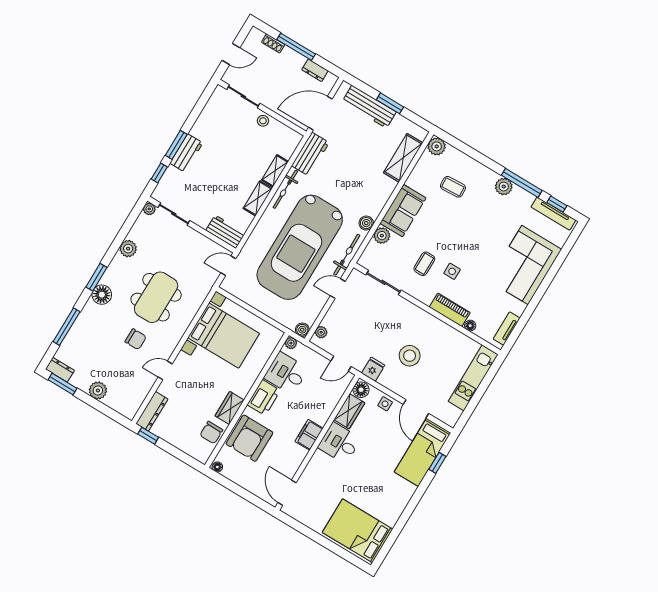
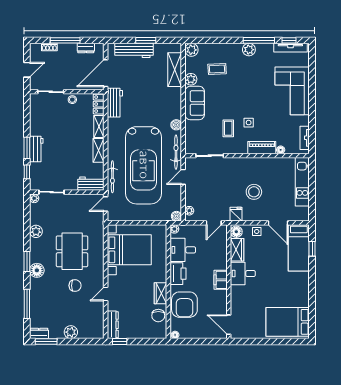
locker: (290, 144) -> (99, 104), added
bicycle: (285, 189) -> (112, 177), moved
plant: (382, 236) -> (191, 79), moved

